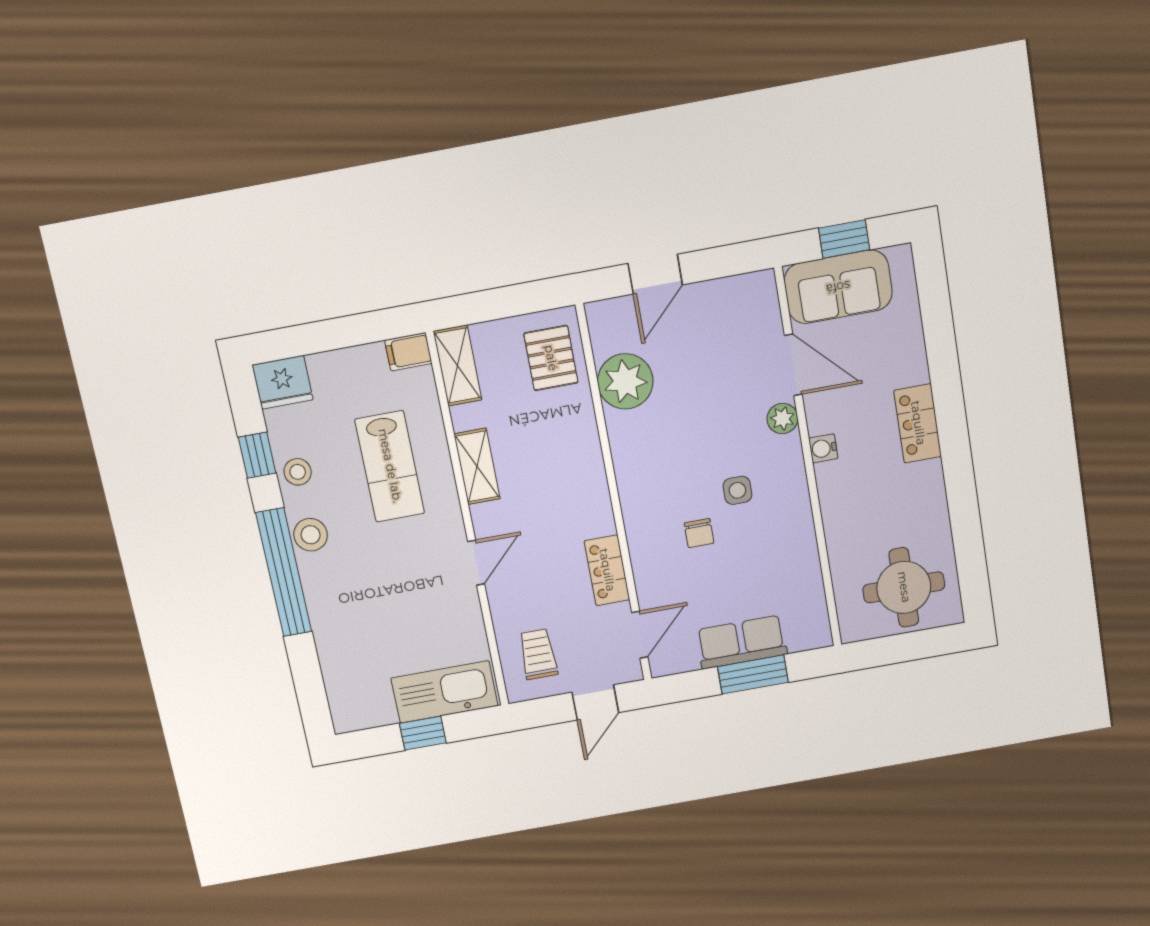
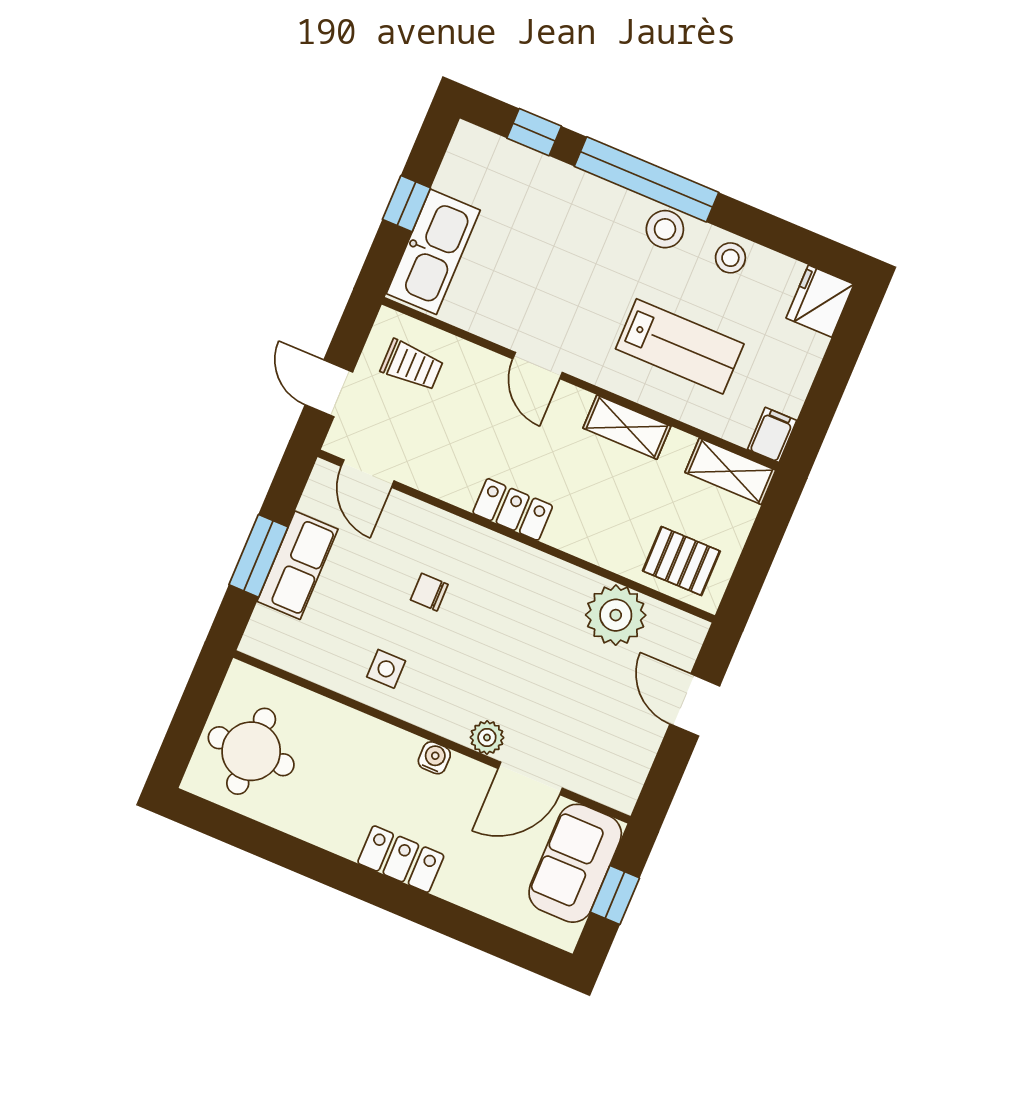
window: (257, 455) -> (534, 132), moved
lab bench: (390, 466) -> (680, 346), turned 180
side table: (737, 490) -> (386, 669), moved
locker: (607, 570) -> (513, 509), moved

